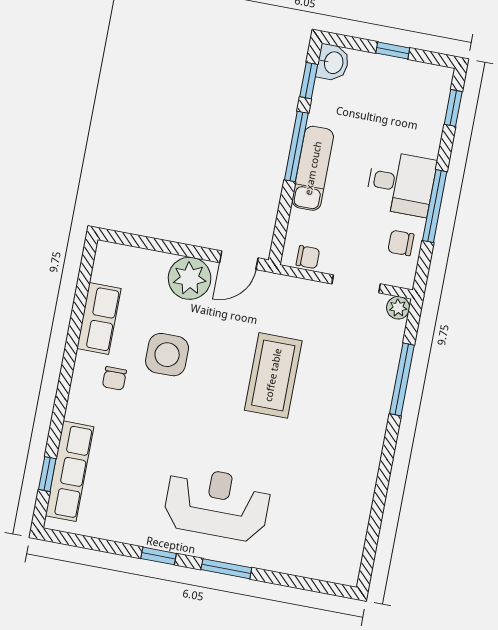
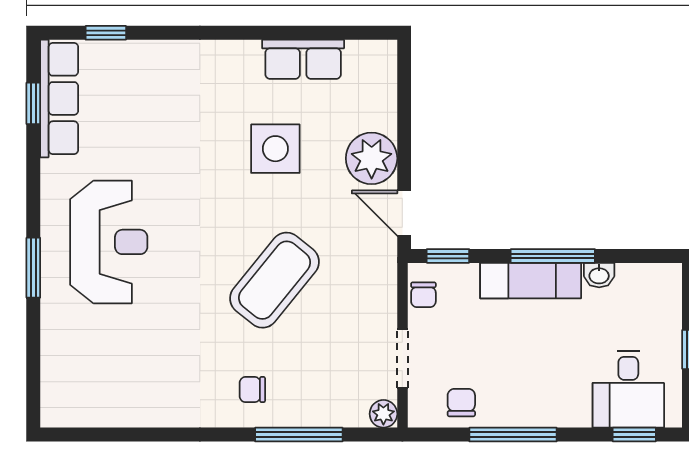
washbasin: (333, 63) -> (599, 275), moved, width x0.72, depth x0.69
window: (309, 81) -> (448, 256), moved
desk: (401, 183) -> (628, 389), moved
coffee table: (273, 375) -> (275, 280), turned -51
chair: (114, 378) -> (252, 390), moved
row of seats: (70, 471) -> (59, 98), moved, turned -90
window: (159, 556) -> (33, 103), moved

